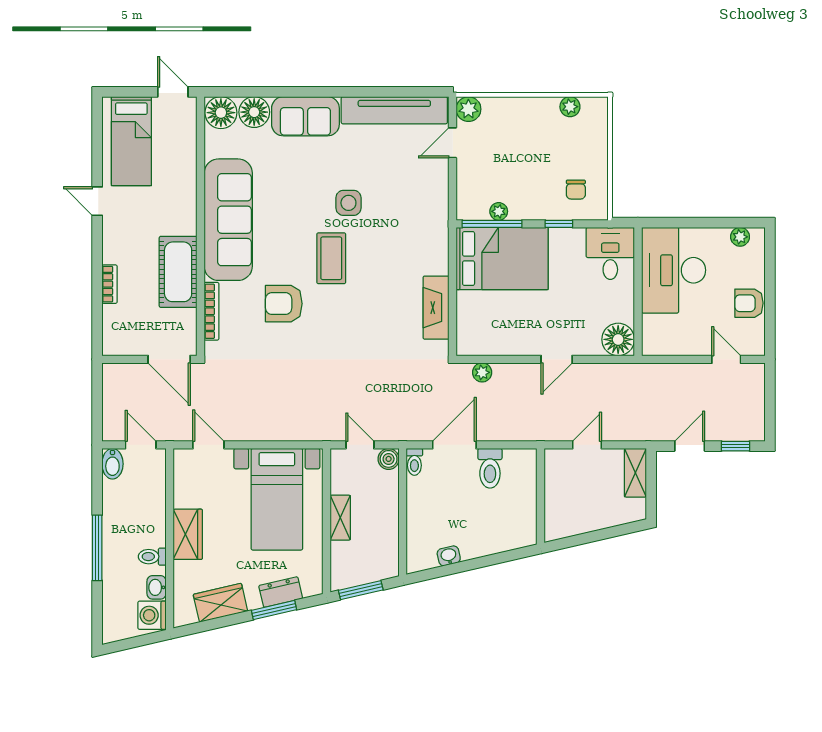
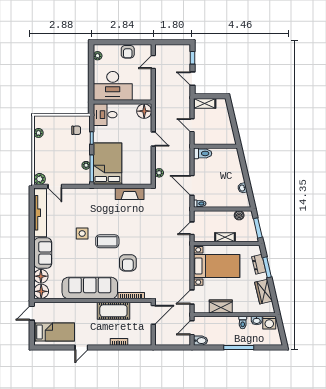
boiler: (389, 459) -> (239, 215), moved
toilet: (490, 468) -> (203, 153), moved
wardrobe: (188, 534) -> (221, 306), moved

